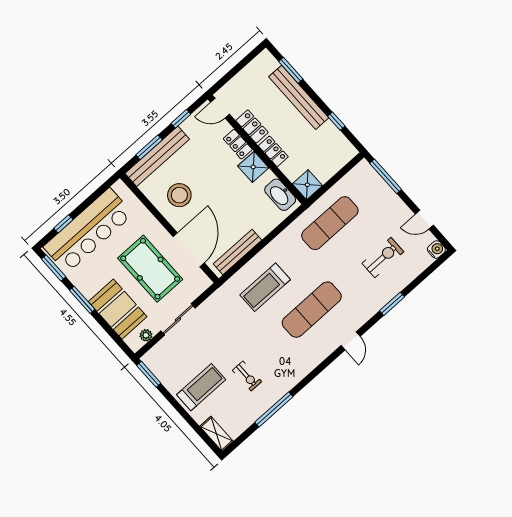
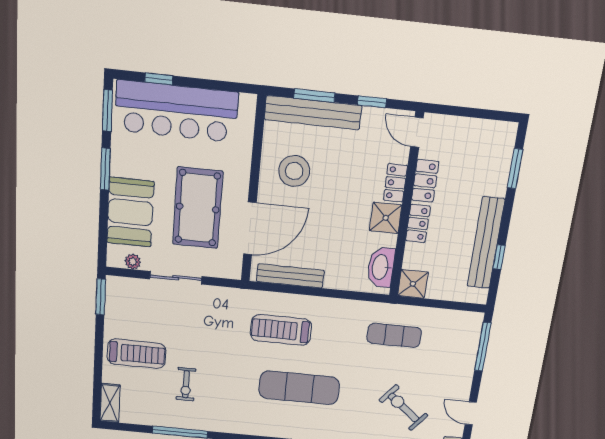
bench: (299, 97) -> (486, 243), moved
exercise mat: (330, 223) -> (394, 335), width x0.73, depth x0.69
exercise bike: (383, 258) -> (404, 408), turned -141

